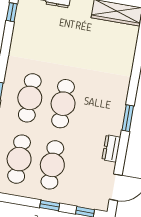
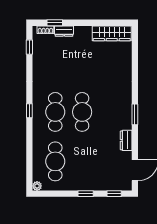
cafe table: (52, 165) -> (82, 161), removed

